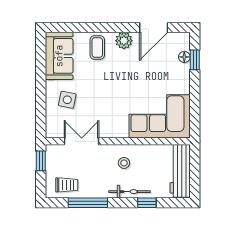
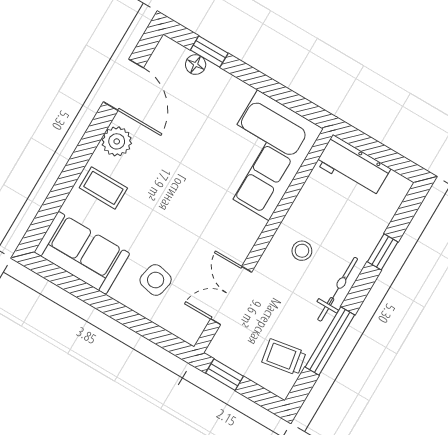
workbench: (180, 171) -> (353, 166), width x0.73
trolley: (67, 185) -> (284, 357), turned -100
bicycle: (129, 192) -> (338, 289), moved

